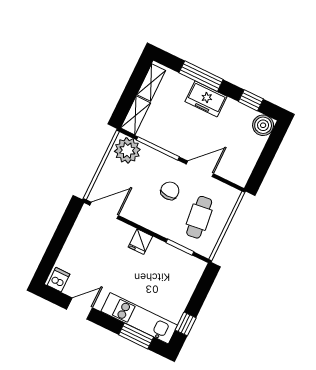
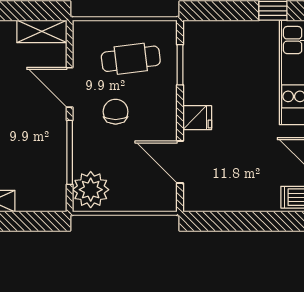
shelving: (136, 115) -> (42, 31), moved
chair: (170, 191) -> (116, 112), turned 88
door: (104, 210) -> (180, 162), moved

